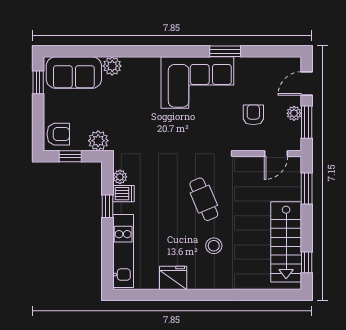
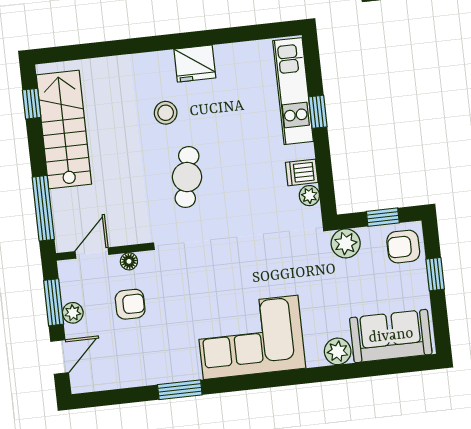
window: (38, 82) -> (435, 274), moved
corner sofa: (197, 82) -> (251, 337), moved
armchair: (253, 115) -> (130, 304), turned -90
floor lamp: (251, 145) -> (129, 261), added
window: (307, 189) -> (43, 208), width x1.44
cafe table: (204, 199) -> (187, 177), turned 34
window: (107, 206) -> (318, 112), moved
fridge: (173, 278) -> (195, 64), moved

